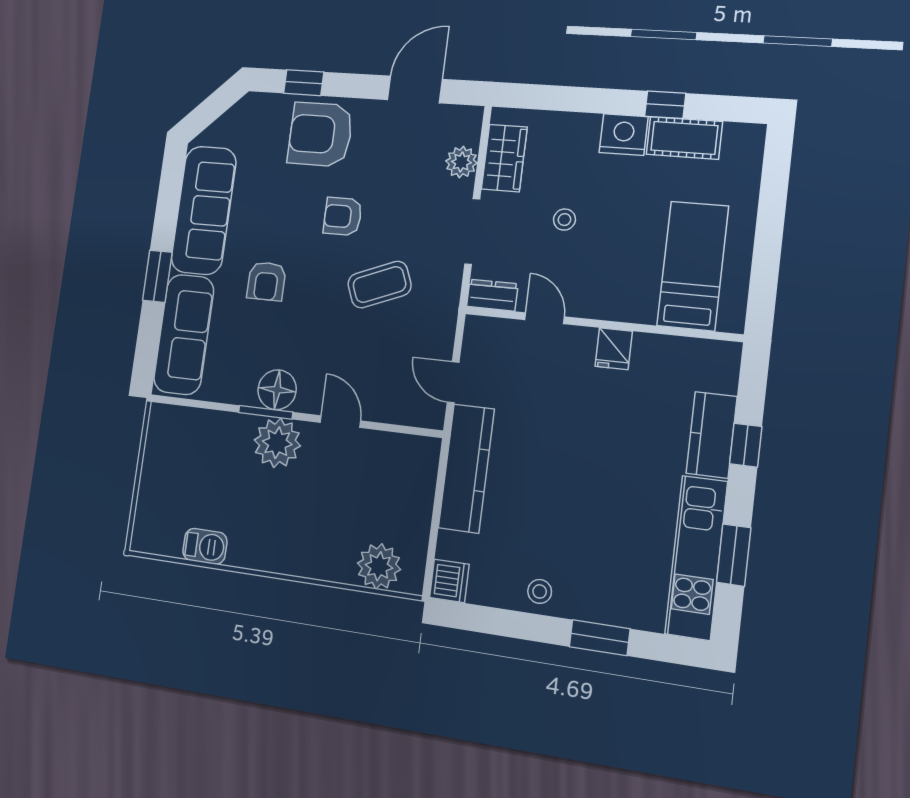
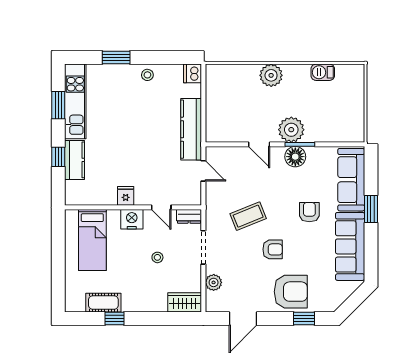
nightstand: (624, 135) -> (132, 219), moved, turned 180
wardrobe: (504, 158) -> (185, 302), moved, turned 90
plant: (379, 566) -> (271, 75), moved

